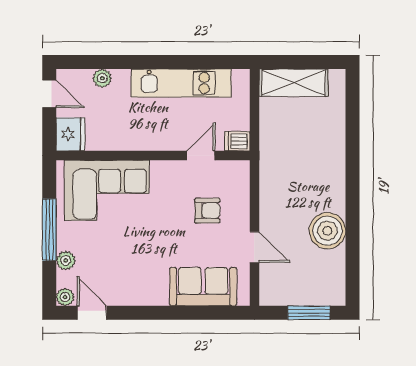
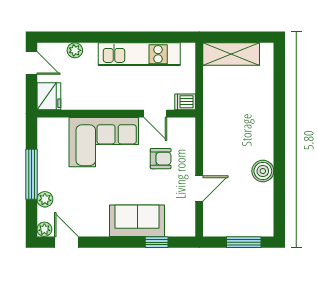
door: (201, 156) -> (155, 114), swing flipped
corner sofa: (107, 190) -> (104, 142), moved
boiler: (327, 231) -> (263, 171), width x0.73, depth x0.73
door: (254, 247) -> (199, 188), hinge flipped
sofa: (203, 287) -> (137, 221), moved
window: (202, 313) -> (157, 242), added

